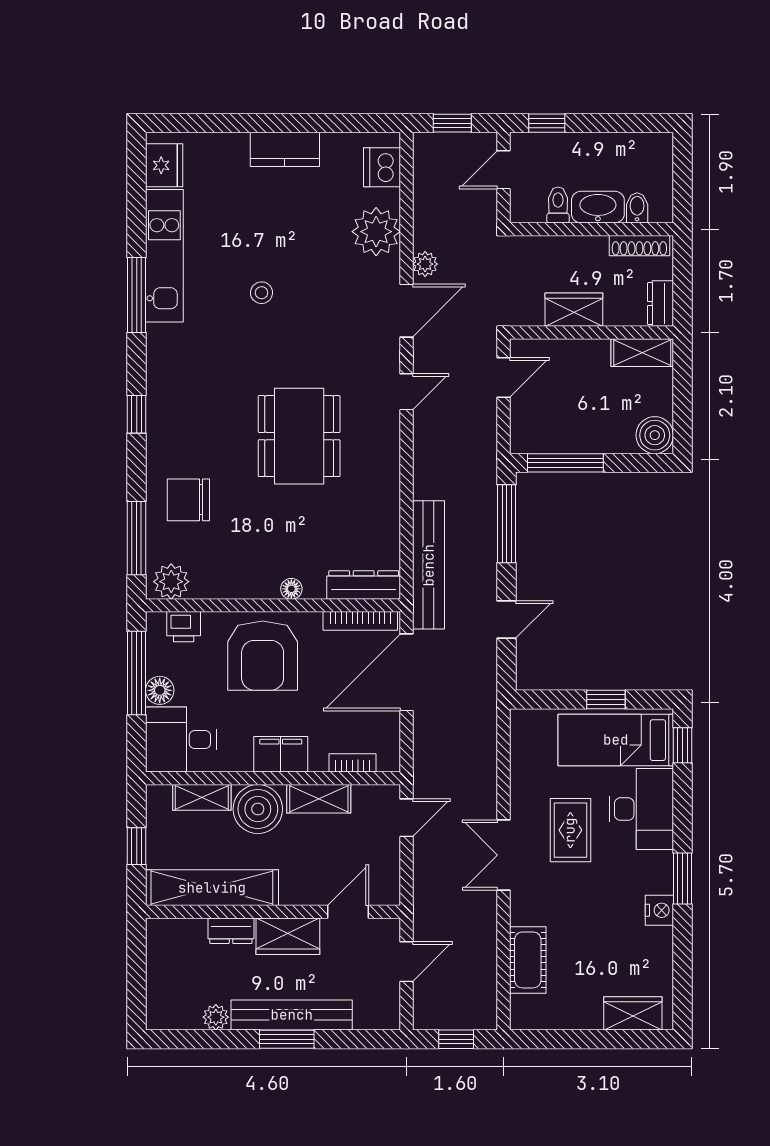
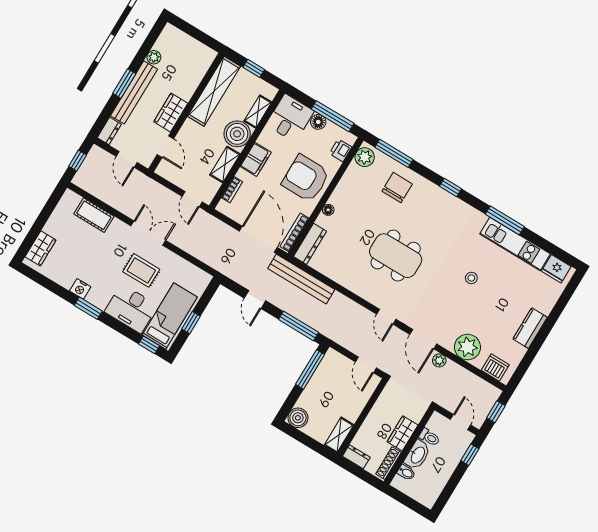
wardrobe: (574, 310) -> (402, 433), moved, turned 180
dresser: (231, 931) -> (109, 131), moved, turned 180

